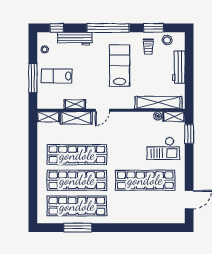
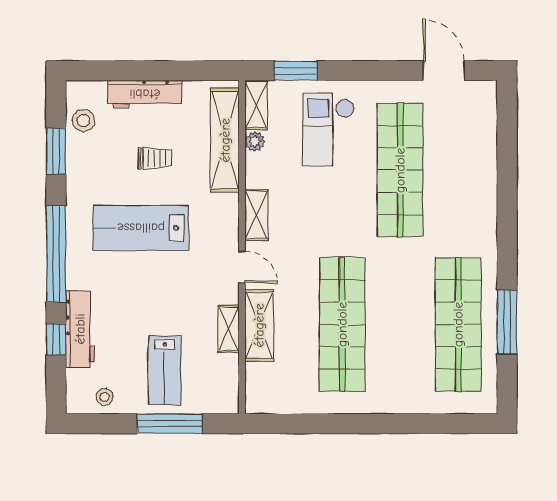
window: (57, 28) -> (56, 339), moved
trolley: (148, 46) -> (155, 158), moved
shelving: (48, 117) -> (256, 215), moved
checkout: (163, 149) -> (328, 129), turned 180
shop shelf: (77, 180) -> (400, 324), removed

